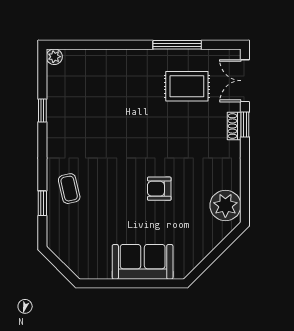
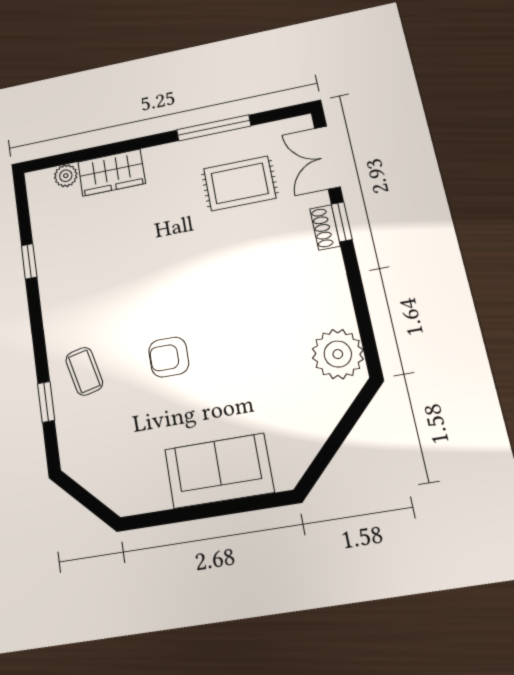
plant: (54, 57) -> (66, 176), moved
wardrobe: (105, 61) -> (111, 173), added
armchair: (159, 189) -> (169, 357), moved

